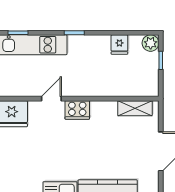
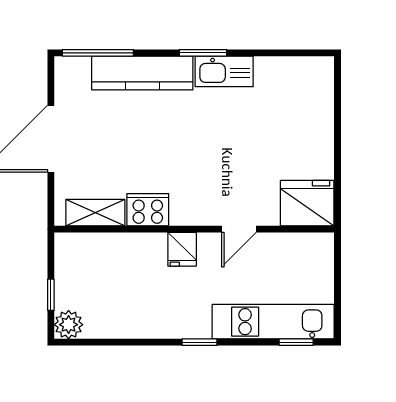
fridge: (119, 45) -> (182, 249), moved, turned 180
cooker: (77, 110) -> (148, 210), moved

